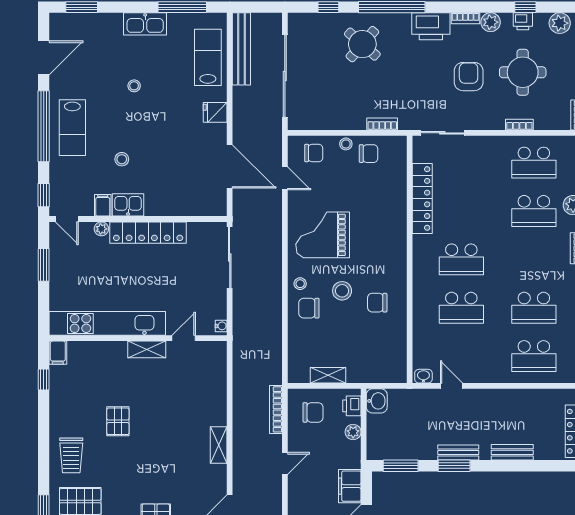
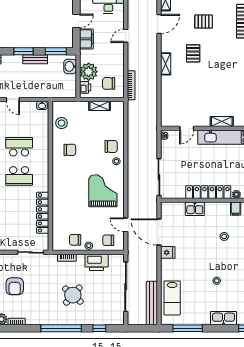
kitchen sink: (145, 24) -> (223, 318), moved
printer: (431, 26) -> (97, 262), moved, turned 180
round table: (362, 44) -> (73, 295), moved
fridge: (215, 112) -> (168, 252), moved
kitchen sink: (128, 205) -> (195, 209), moved
grand piano: (323, 235) -> (103, 191), turned -90
school desk: (461, 259) -> (19, 176), turned 180
stool: (342, 291) -> (62, 123), moved
shelving: (147, 349) -> (222, 122), moved
door: (451, 386) -> (13, 99), moved
washbasin: (377, 401) -> (70, 66), moved
pallet: (118, 421) -> (193, 53), moved
plant: (353, 432) -> (89, 72), width x1.87, depth x1.87
bench: (458, 452) -> (35, 59), moved
door: (285, 463) -> (126, 36), moved

